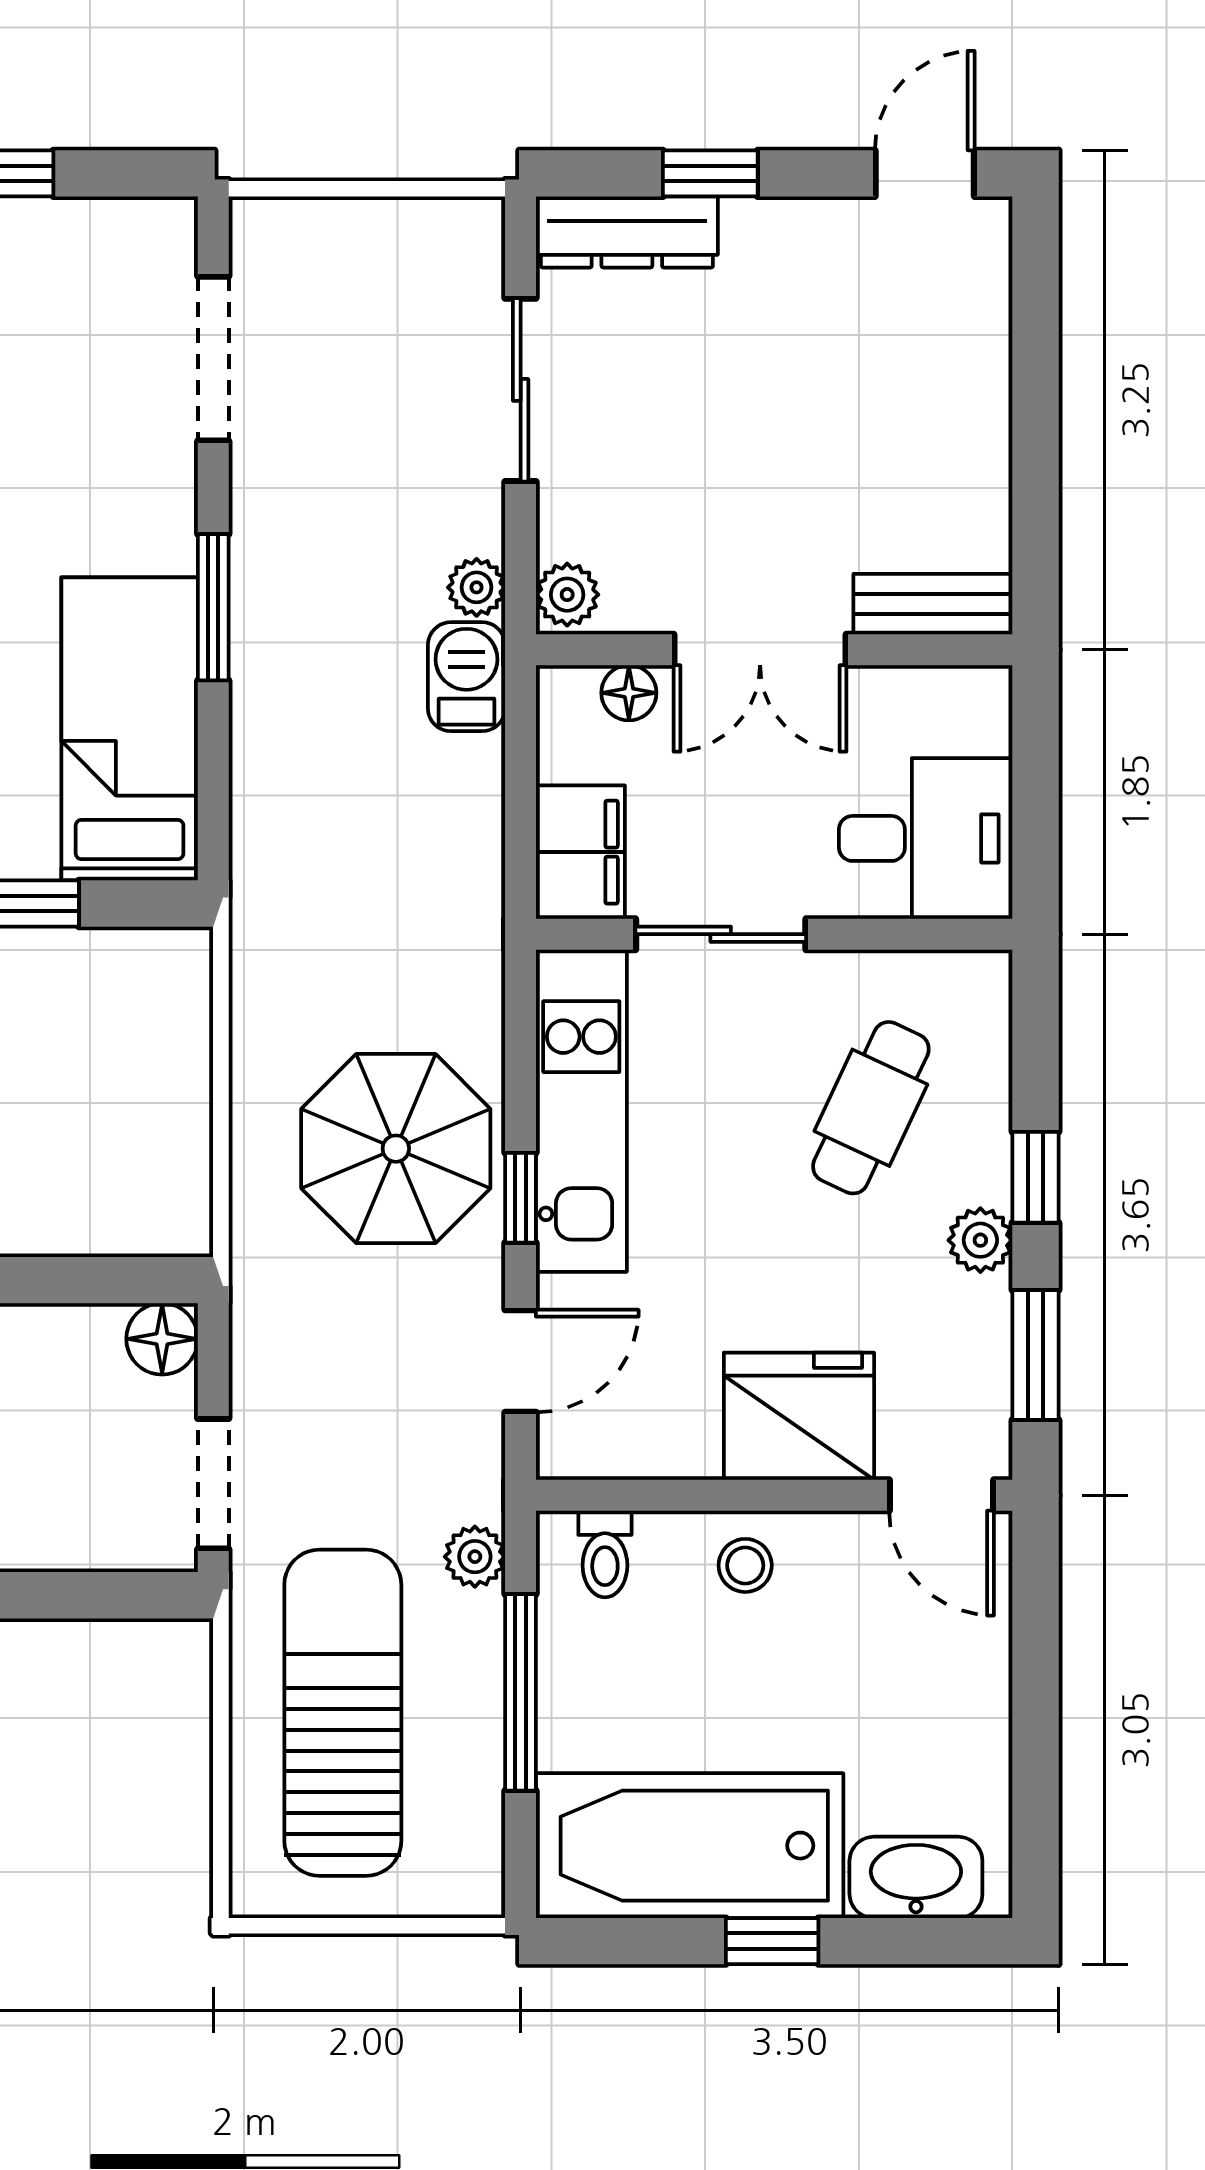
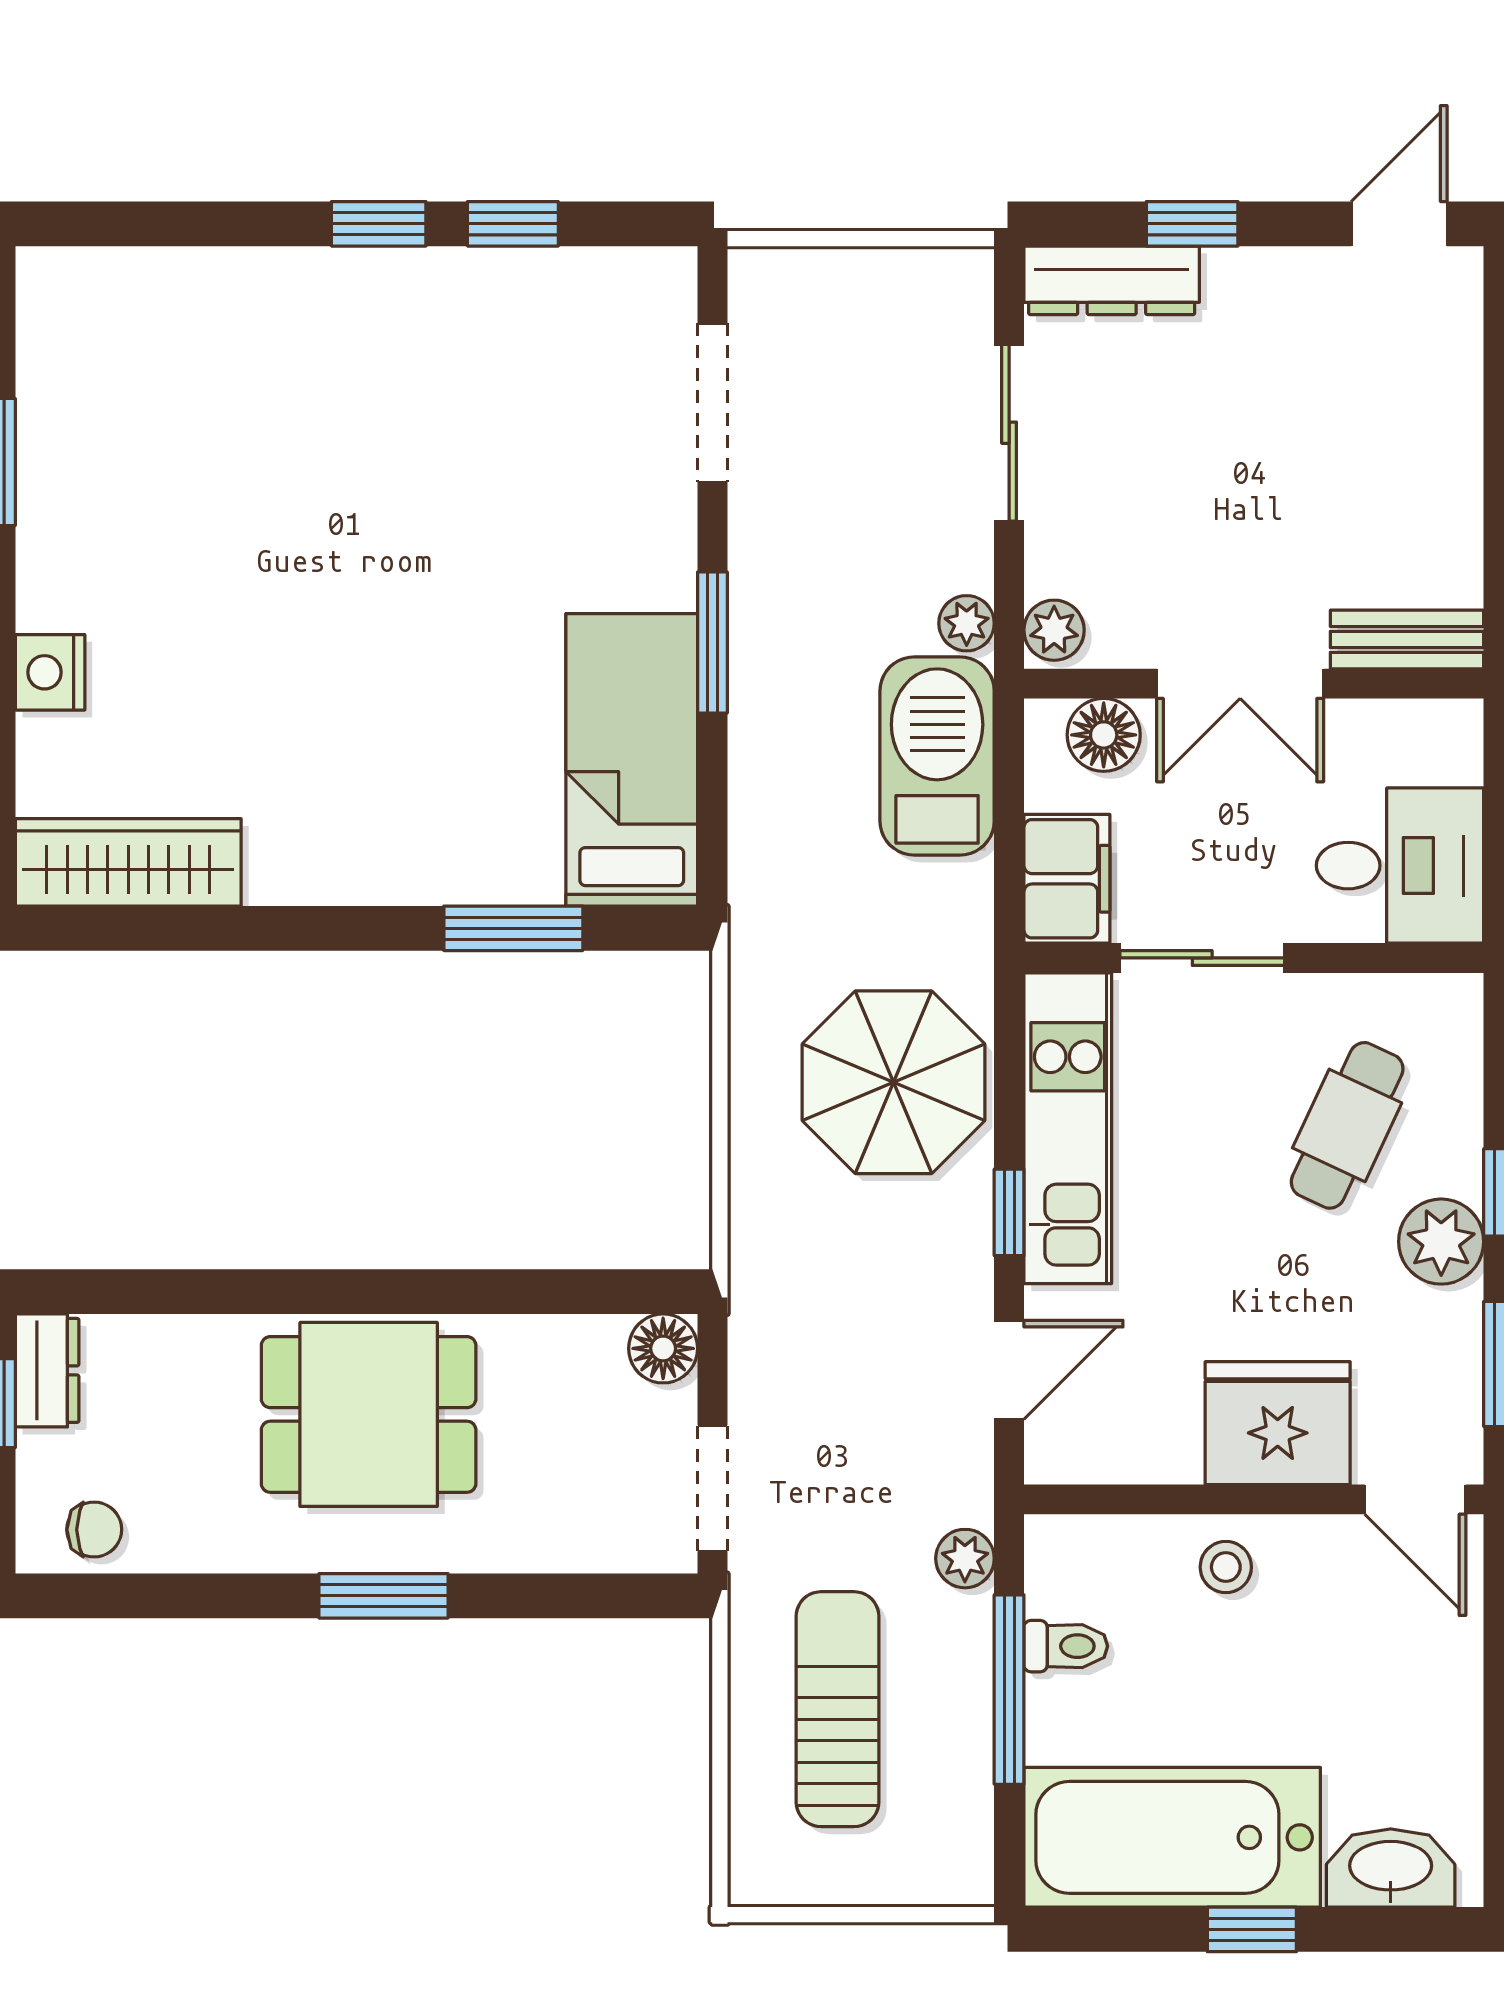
barbecue: (467, 677) -> (937, 756), width x1.88, depth x1.53
floor lamp: (629, 693) -> (1104, 735), width x1.37, depth x1.37
parasol: (396, 1149) -> (893, 1082), moved
plant: (980, 1240) -> (1441, 1242), width x1.38, depth x1.38
toilet: (605, 1554) -> (1066, 1646), moved, turned -90
sun lounger: (343, 1713) -> (838, 1709), width x0.73, depth x0.75

